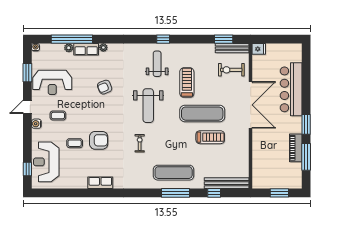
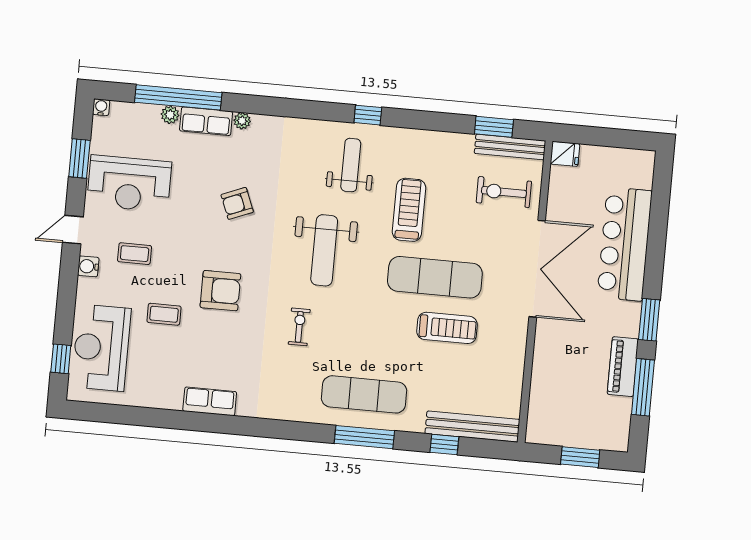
armchair: (99, 140) -> (220, 291), moved

